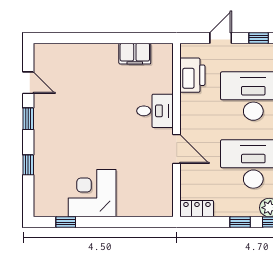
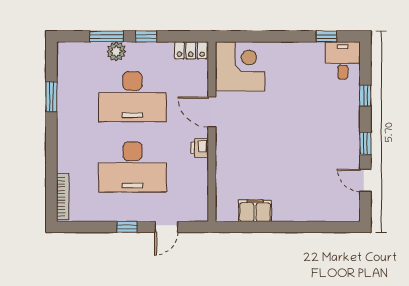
printer: (192, 75) -> (200, 148), moved, width x0.53, depth x0.68
desk: (155, 111) -> (343, 61), moved, turned 90
corner desk: (92, 193) -> (240, 66), moved, turned -90

